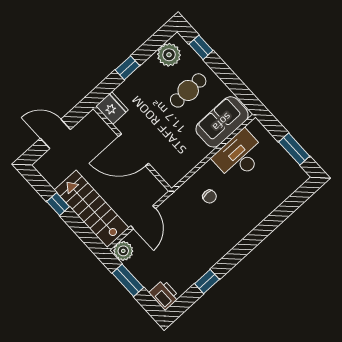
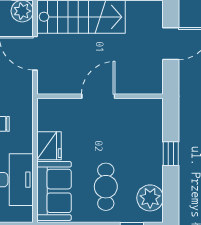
fridge: (112, 108) -> (49, 146), moved, turned -90
door: (133, 150) -> (98, 96), width x0.73

